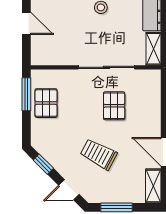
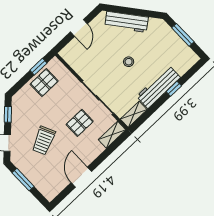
window: (26, 94) -> (38, 67), width x0.67
trolley: (99, 154) -> (44, 141), turned -143
shelving: (153, 186) -> (112, 135), moved

